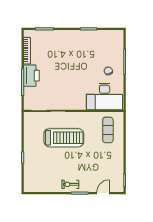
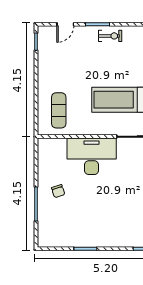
desk: (105, 97) -> (92, 156), moved

